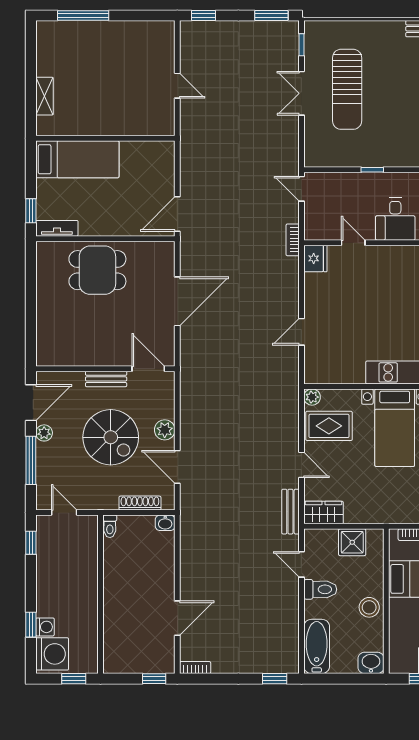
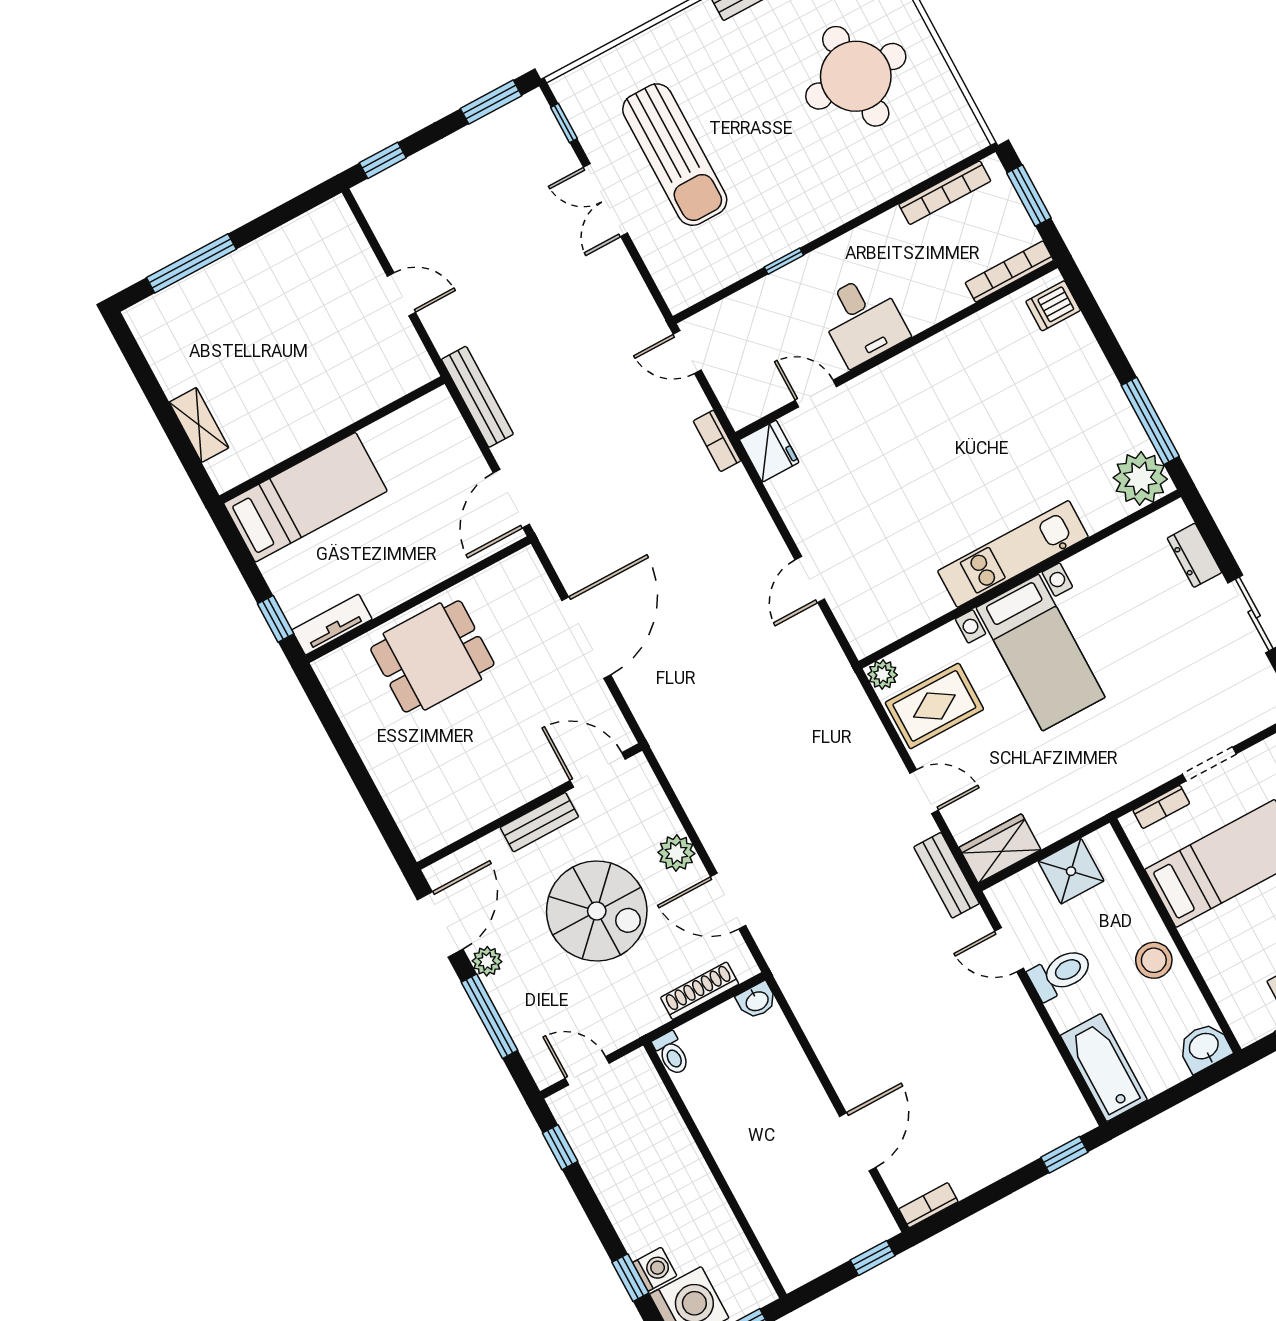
bench: (187, 155) -> (477, 397), added

